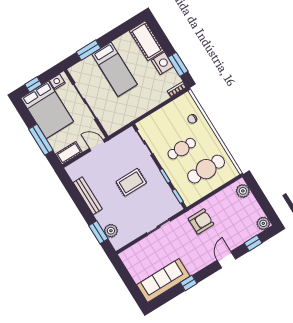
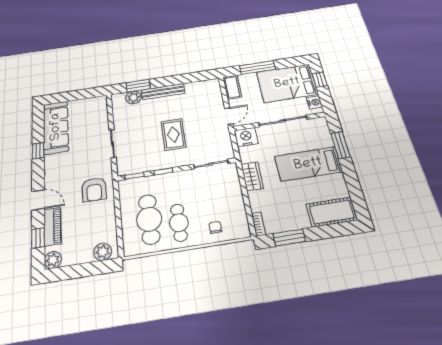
nightstand: (162, 63) -> (246, 137), moved, turned 180
wardrobe: (142, 107) -> (252, 176), added
cafe table: (182, 149) -> (179, 223), moved
bench: (88, 196) -> (163, 92), moved
piano: (241, 237) -> (53, 226), added

